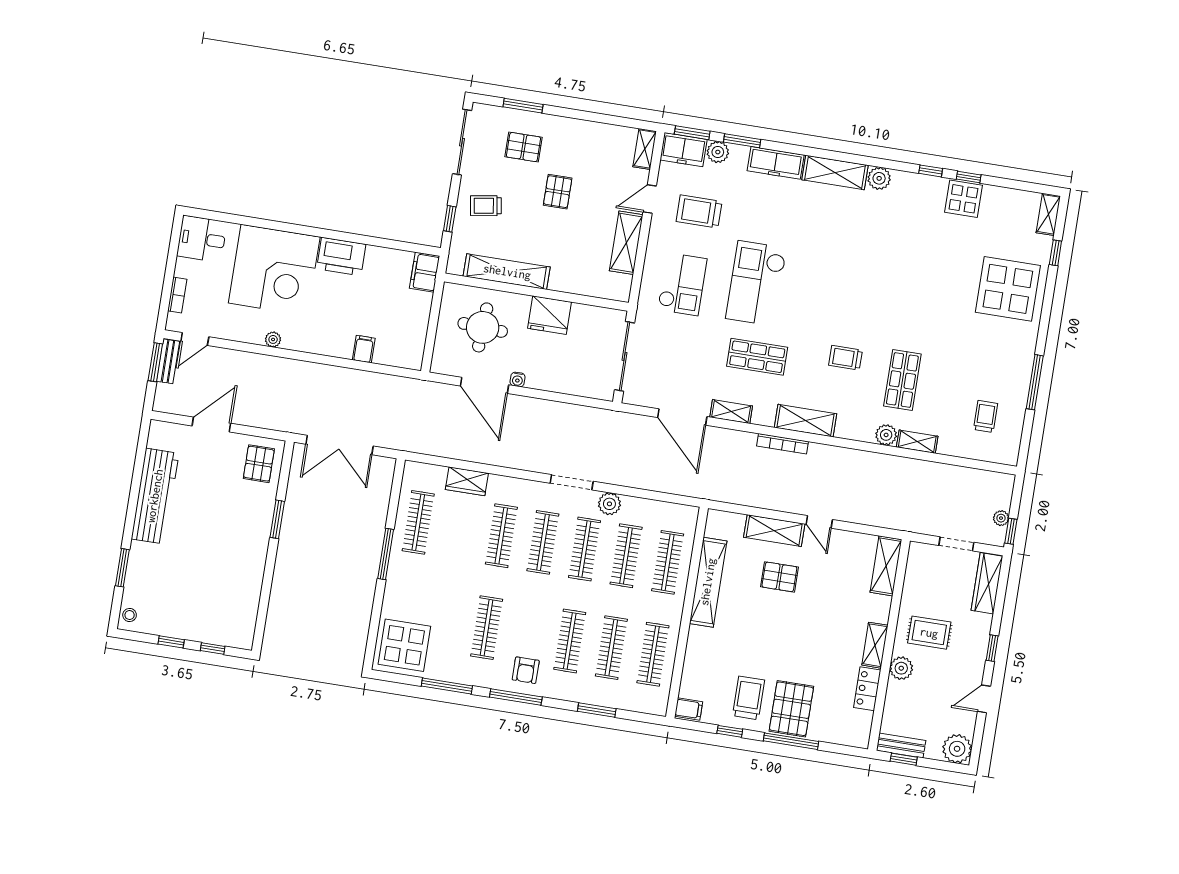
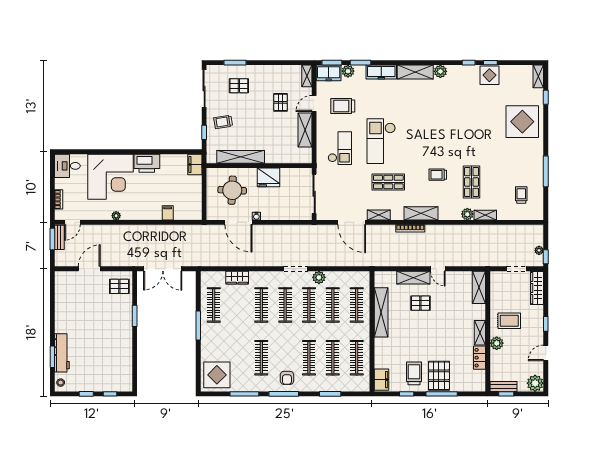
pallet: (558, 192) -> (280, 102), moved
pallet: (259, 464) -> (119, 286), turned 90
workbench: (155, 496) -> (62, 353), moved, width x0.73, depth x0.76
filing cabinet: (689, 709) -> (382, 380), width x2.00

